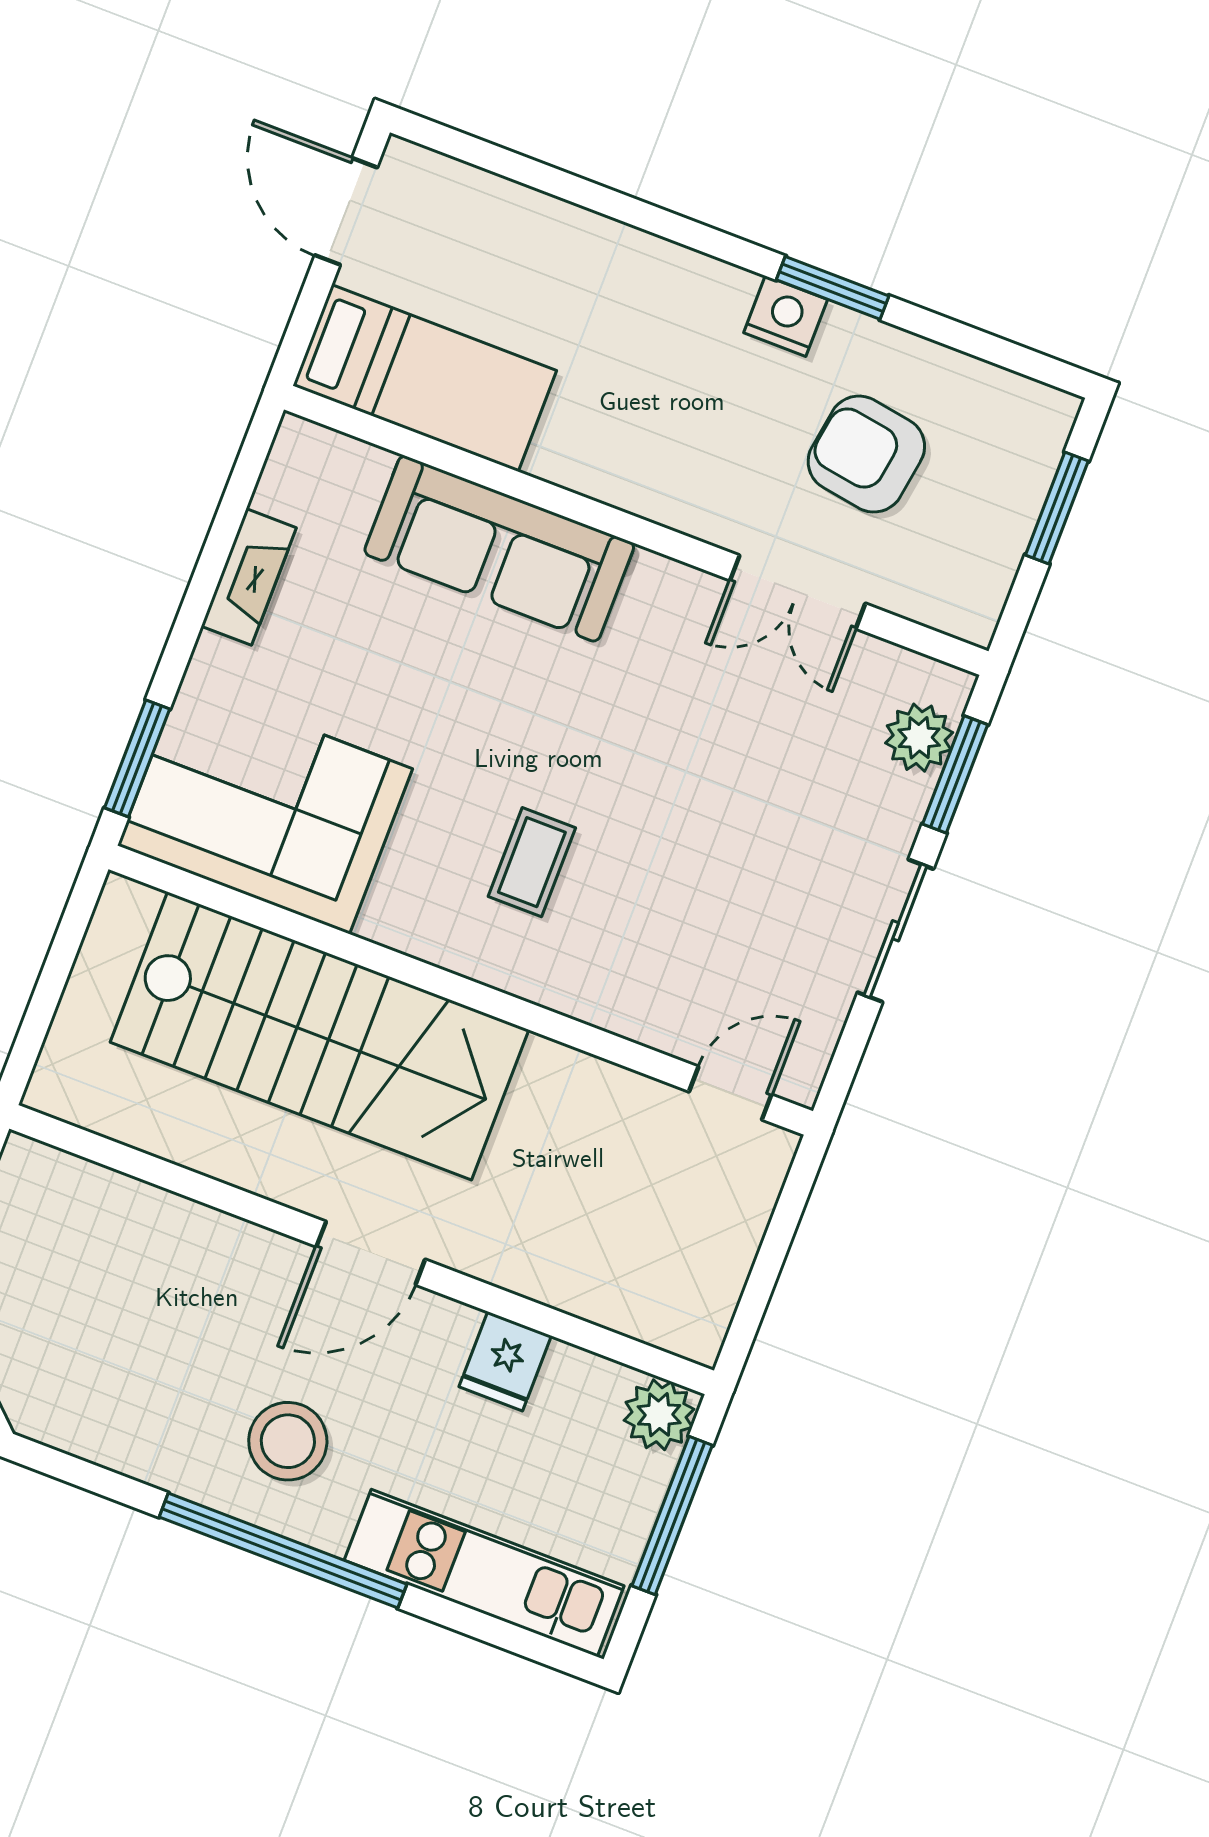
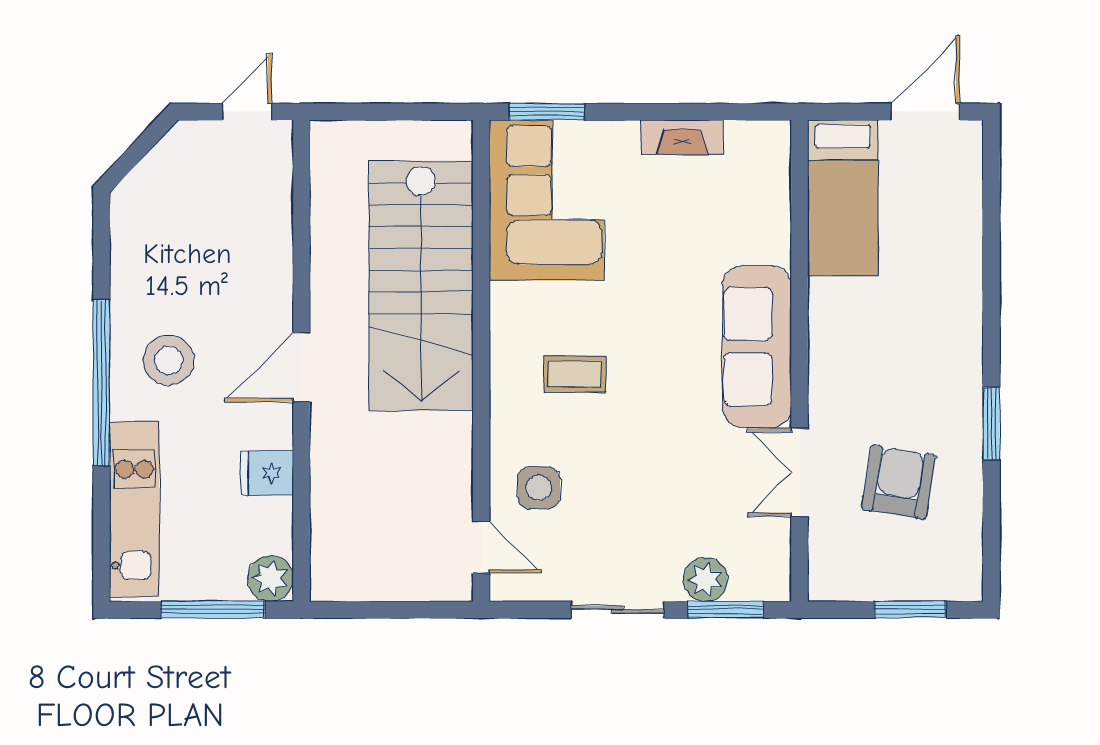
nightstand: (786, 316) -> (963, 401), removed
sofa: (499, 549) -> (757, 347), moved
plant: (919, 738) -> (706, 579), moved
side table: (676, 977) -> (539, 488), added
door: (371, 1253) -> (302, 367), hinge flipped

